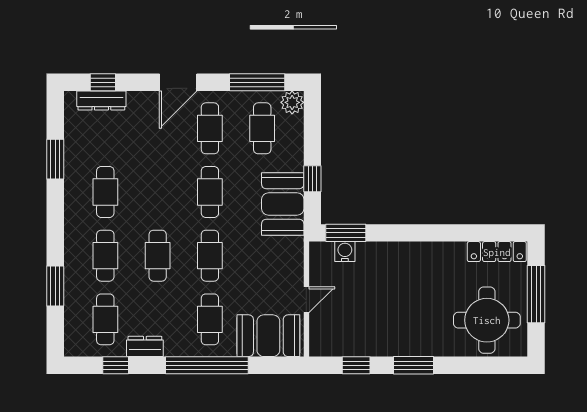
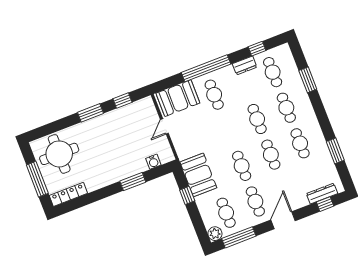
window: (346, 233) -> (133, 182), moved
cafe table: (210, 256) -> (271, 155), moved

